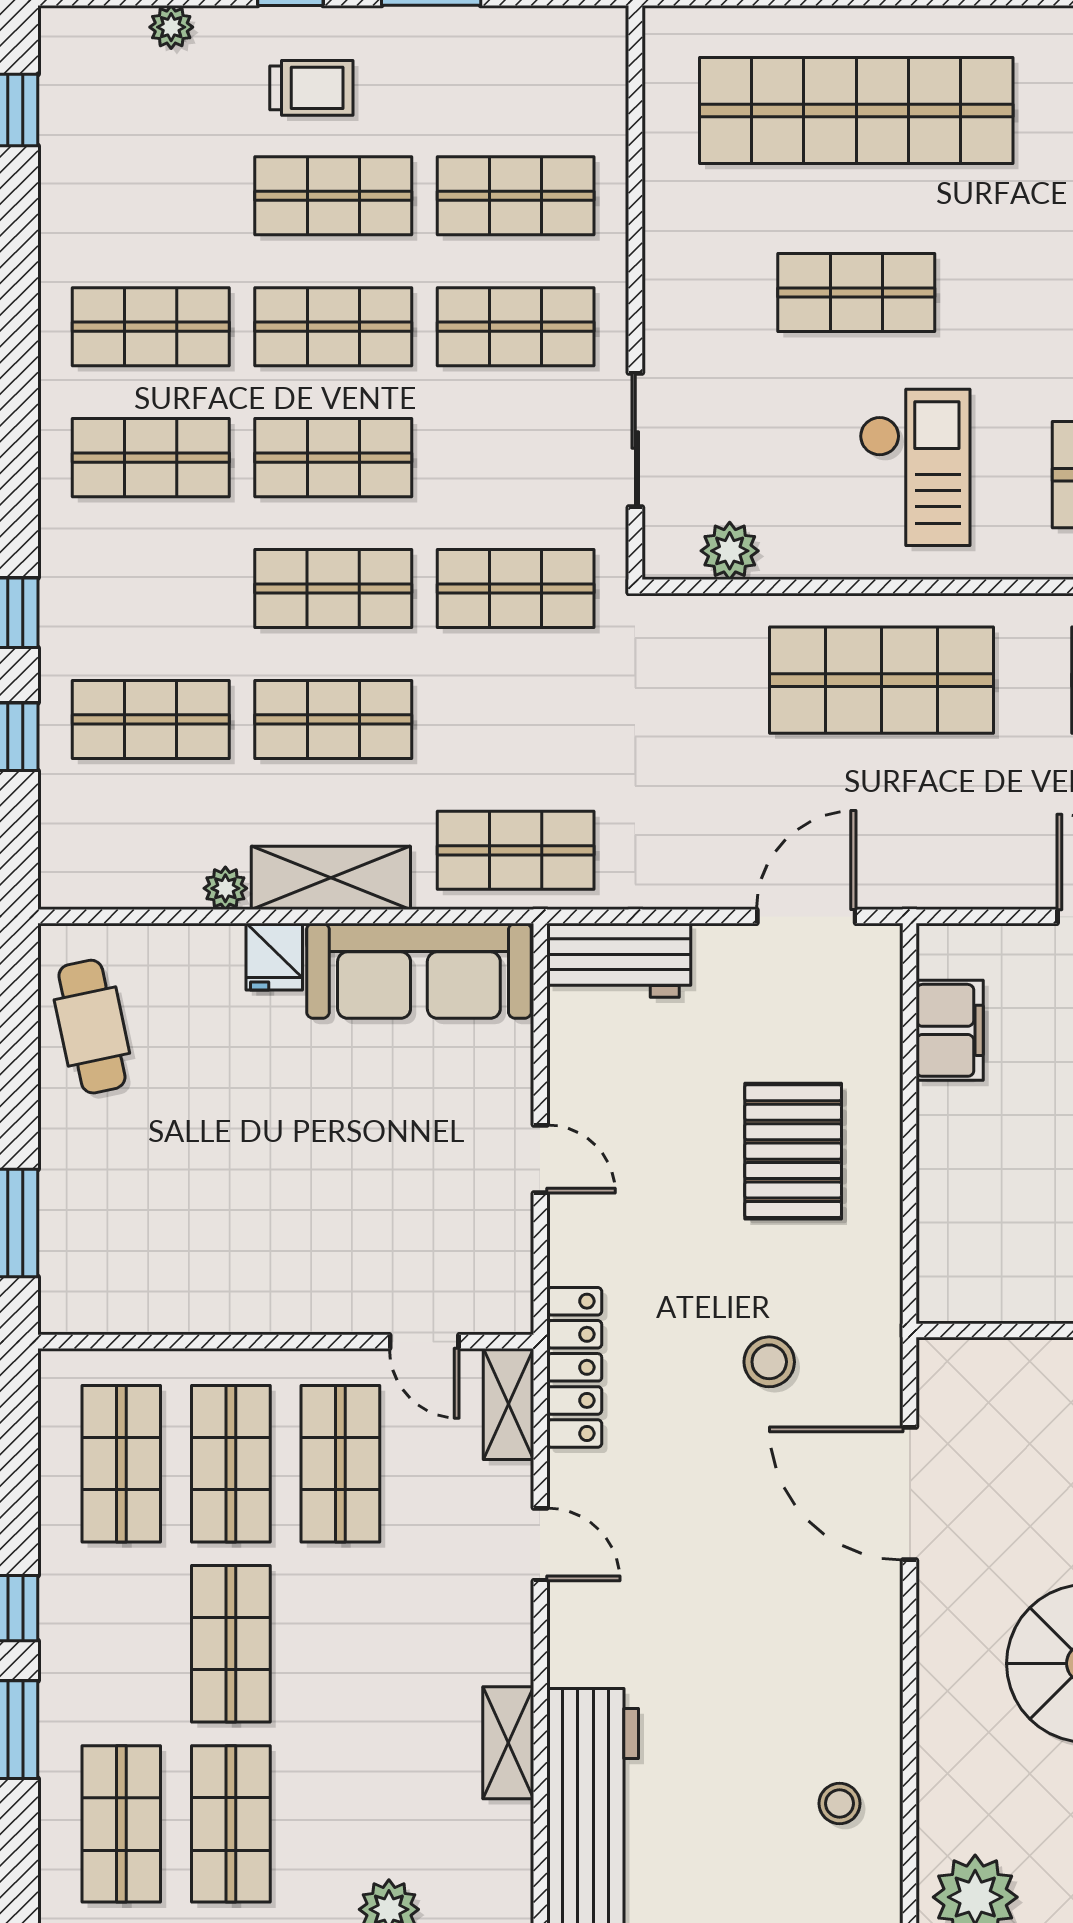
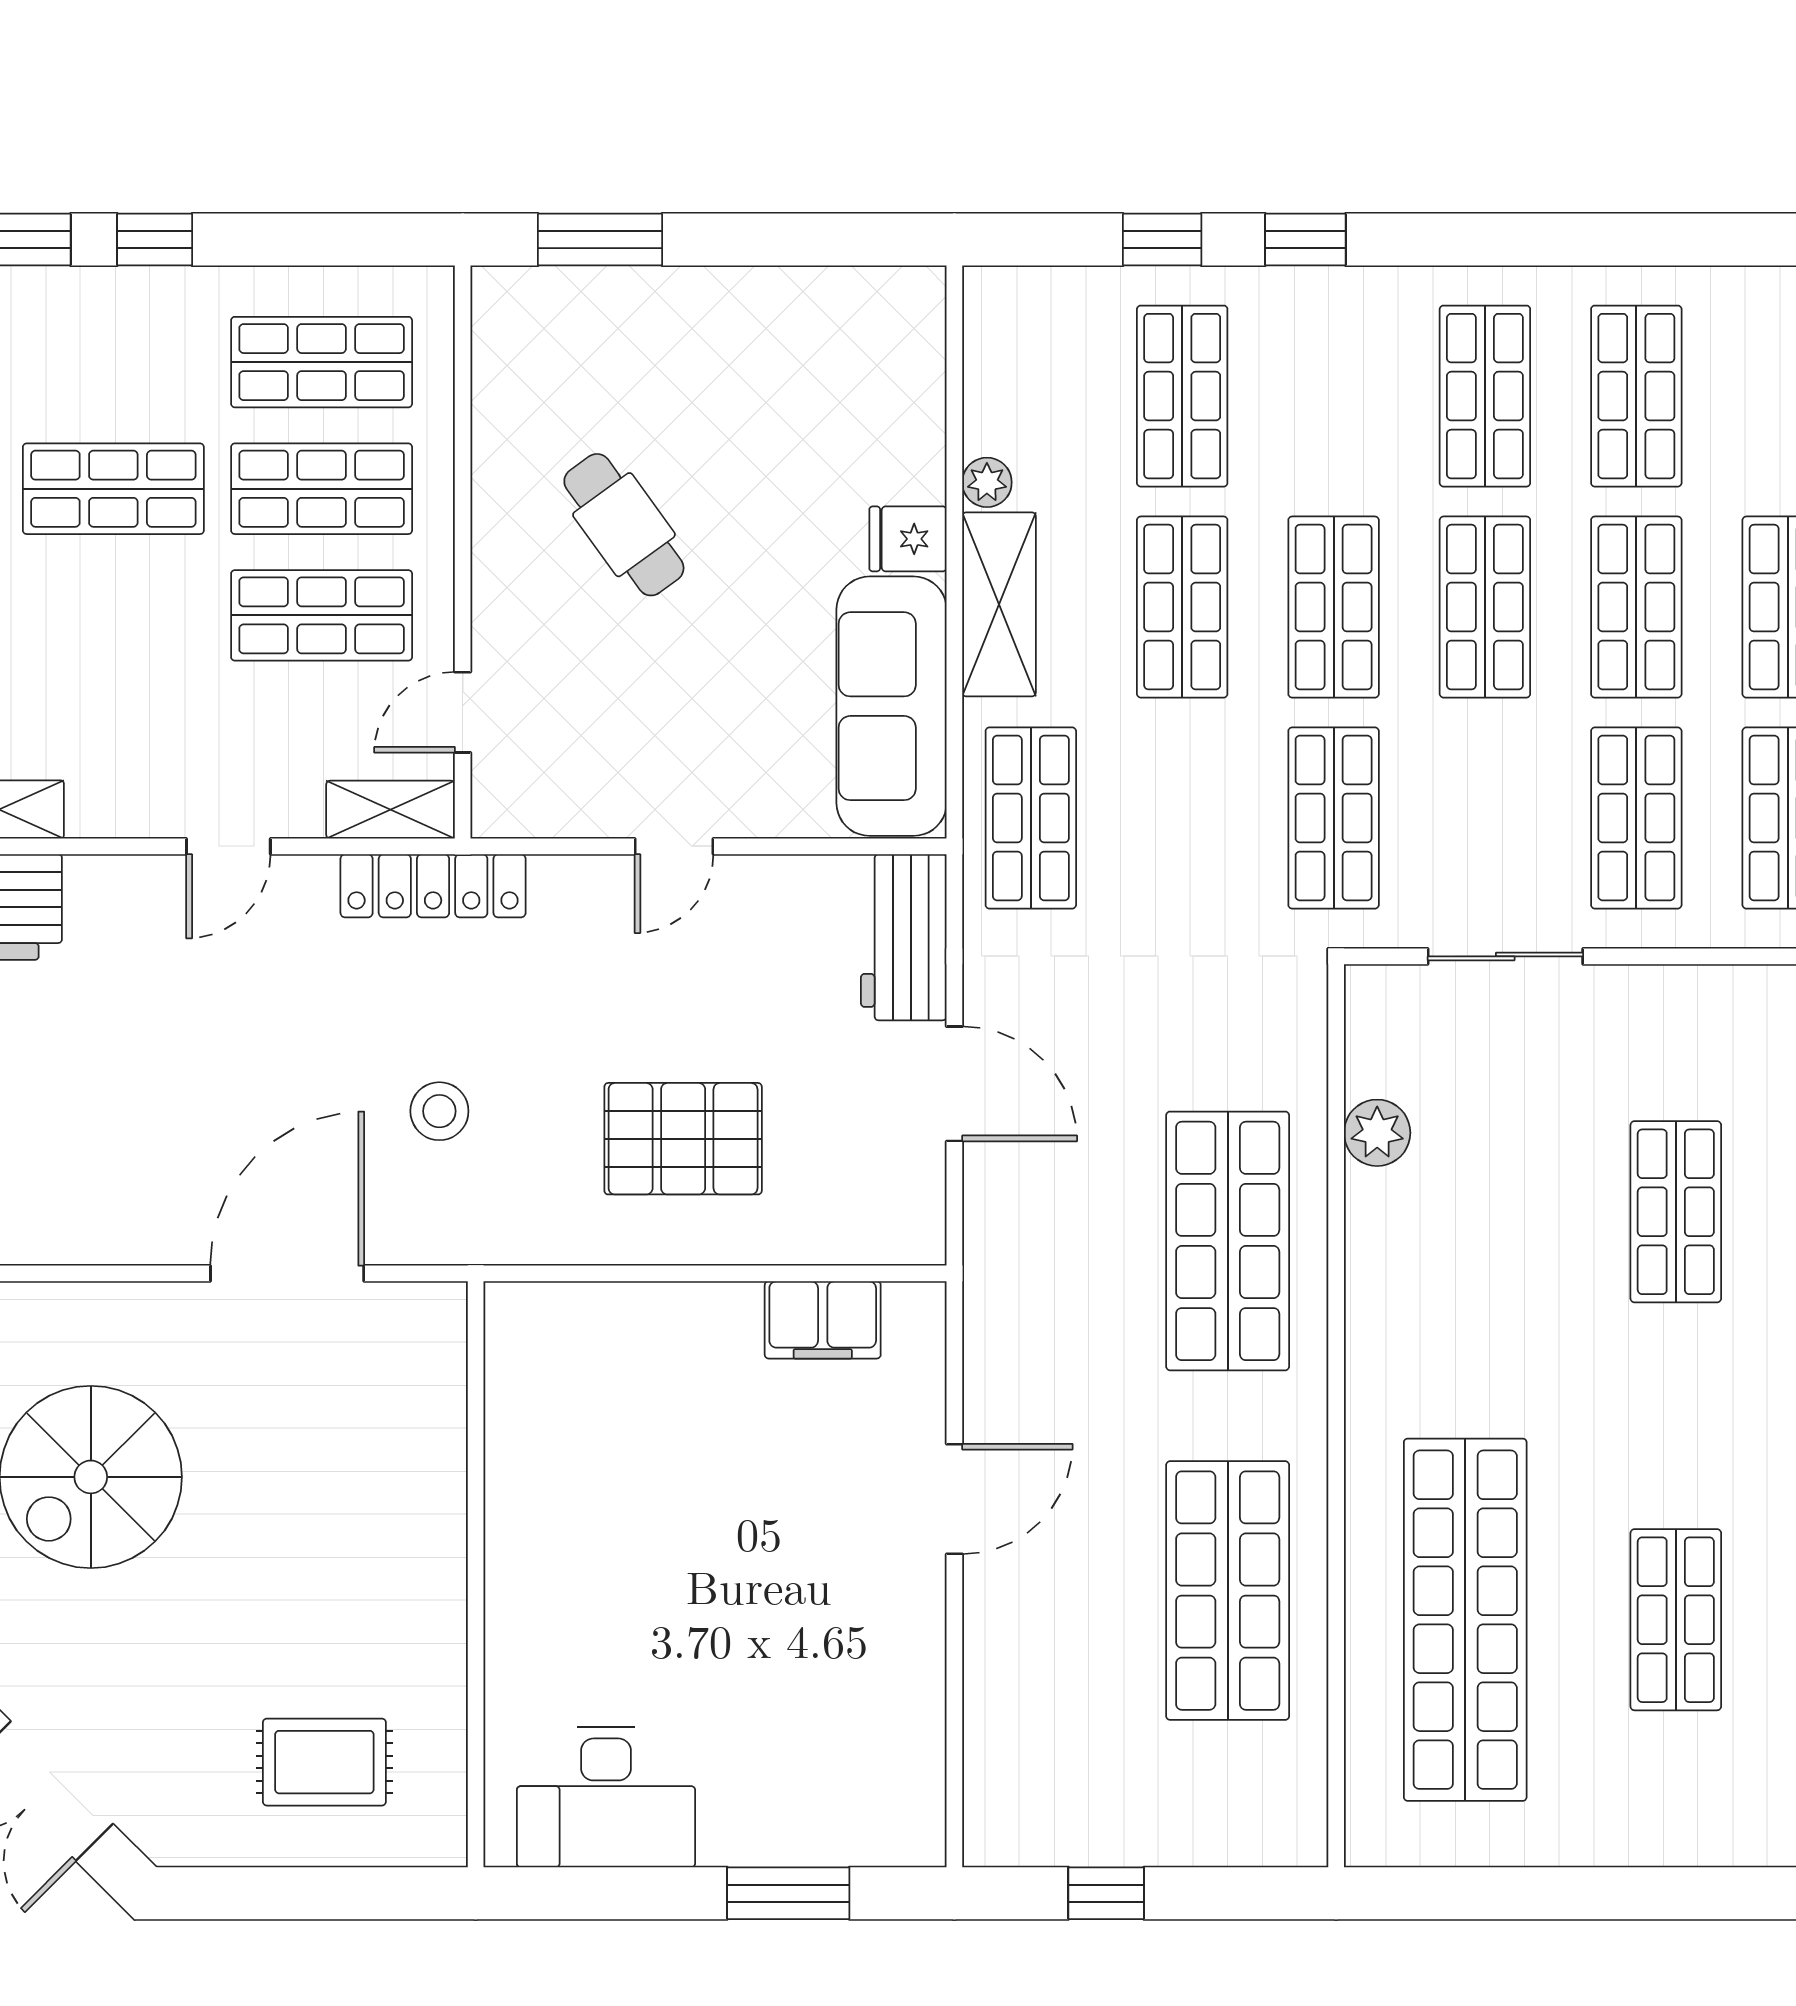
checkout: (915, 467) -> (1474, 1280), removed
plant: (730, 551) -> (1377, 1133), moved
door: (806, 916) -> (954, 1084), moved
cafe table: (92, 1027) -> (624, 525), moved, turned 66

